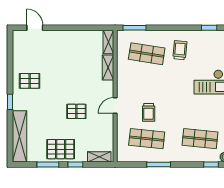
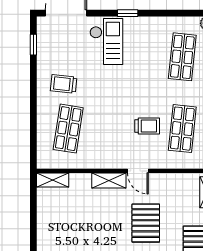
window: (134, 28) -> (33, 145), removed
shelving: (108, 68) -> (109, 181), moved
pallet: (76, 111) -> (146, 223), width x1.50, depth x1.42

